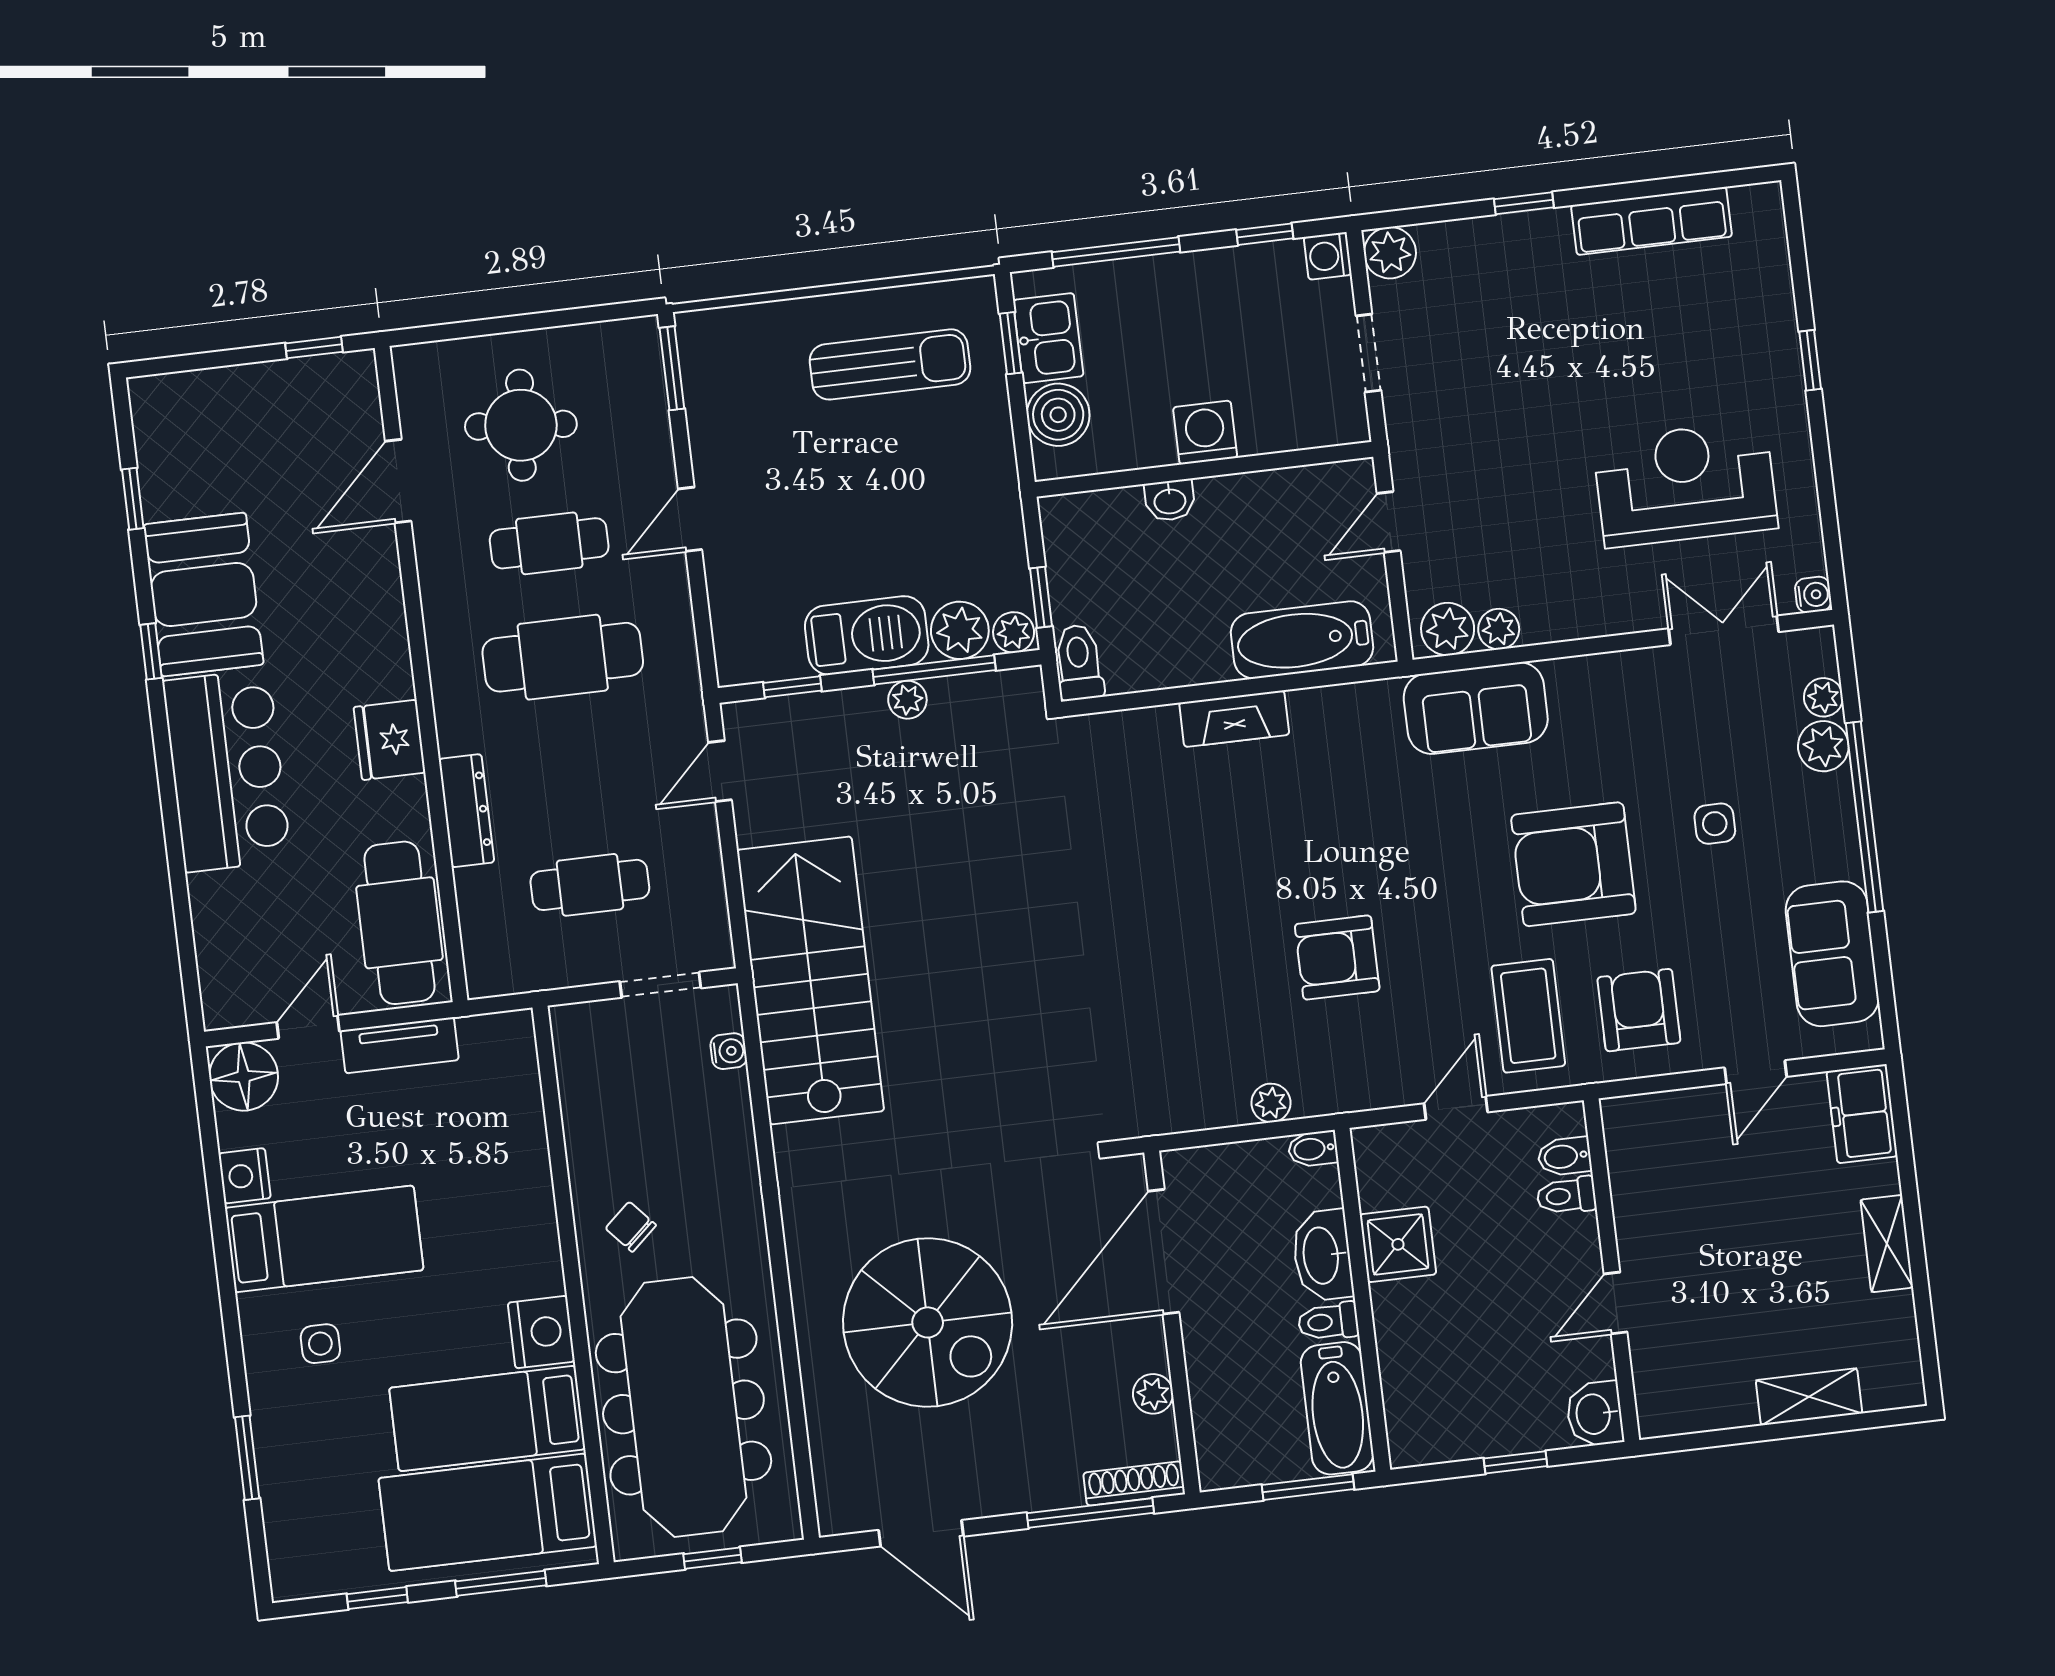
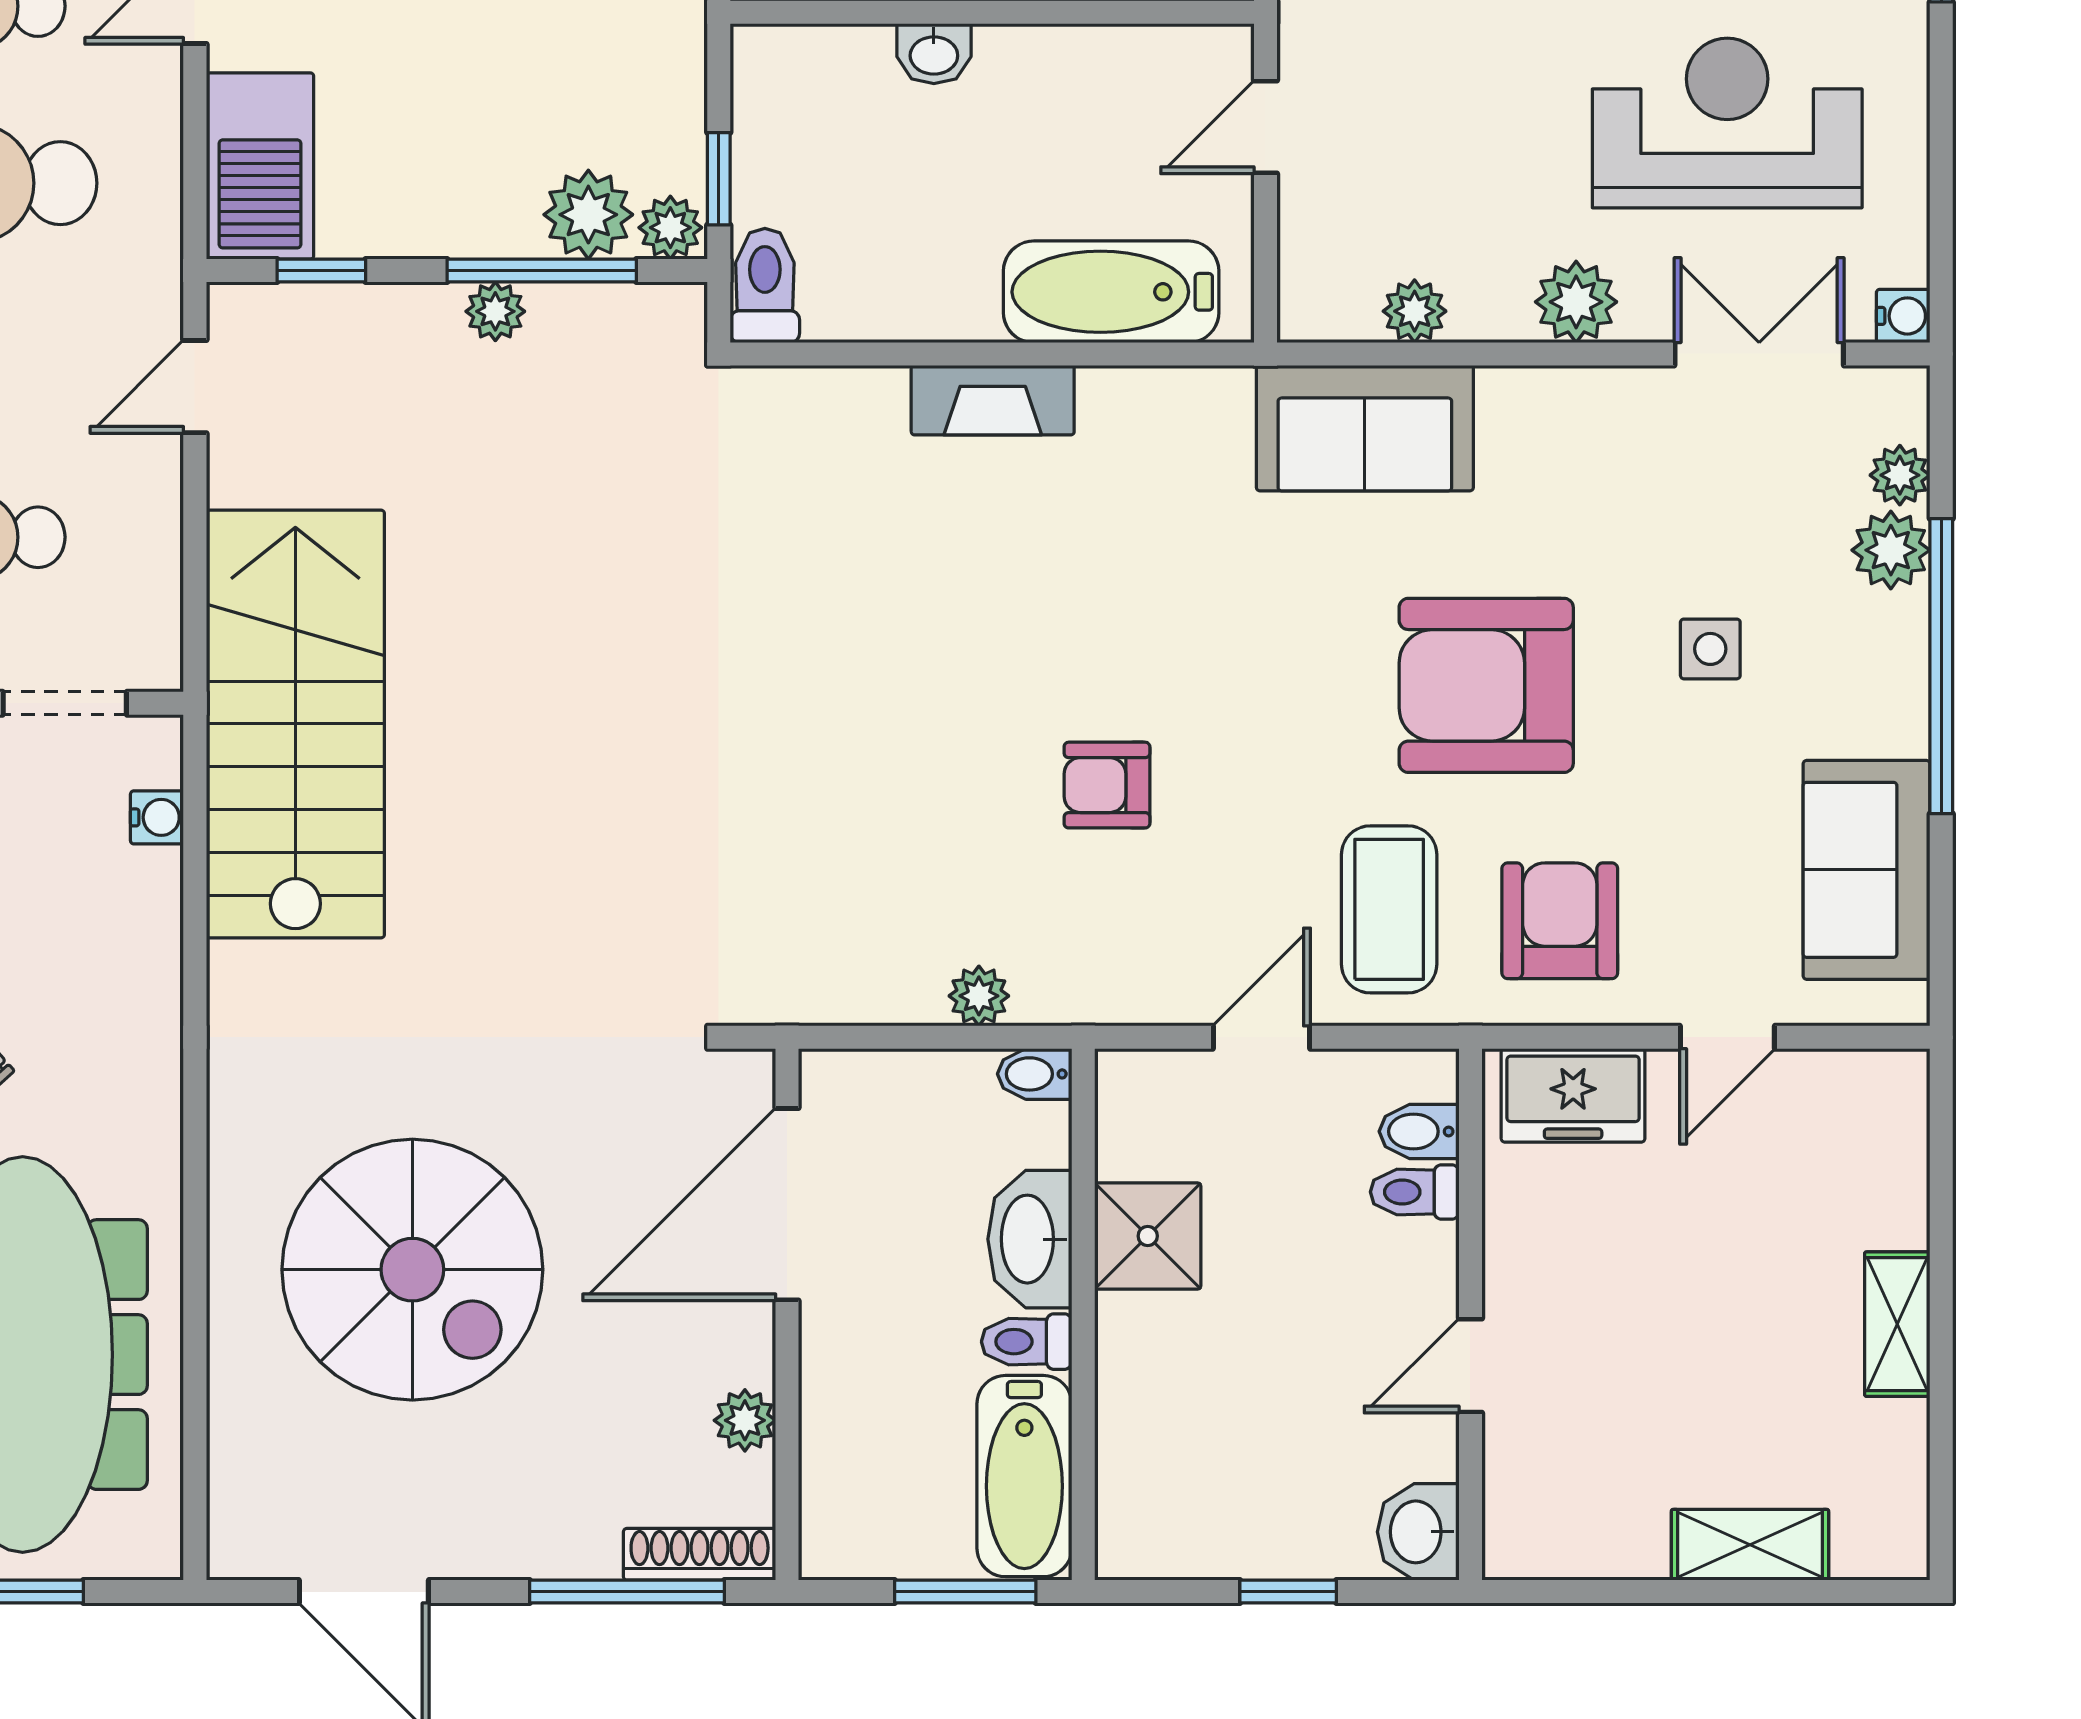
plant: (1448, 629) -> (1576, 302), moved
barbecue: (867, 635) -> (260, 166), moved, turned 90
armchair: (1337, 958) -> (1107, 785), width x0.72, depth x0.72
freezer: (1862, 1114) -> (1573, 1095), moved, turned -90

